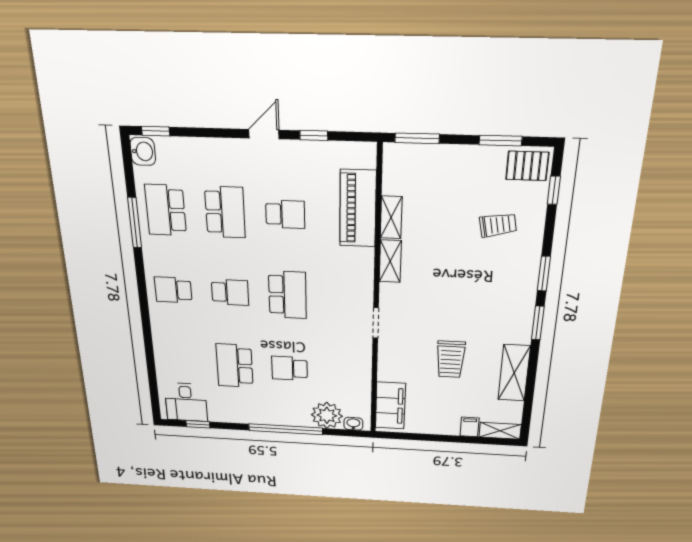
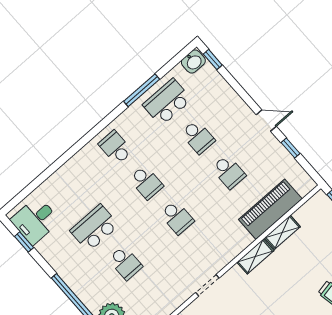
school desk: (225, 212) -> (198, 137), width x0.54
school desk: (287, 295) -> (177, 217), width x0.54
school desk: (290, 368) -> (125, 263), turned 180

